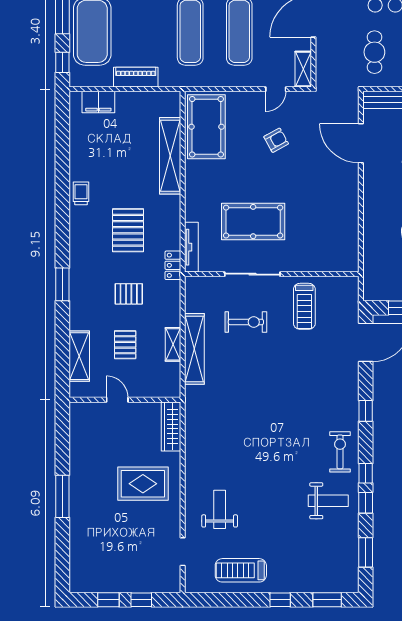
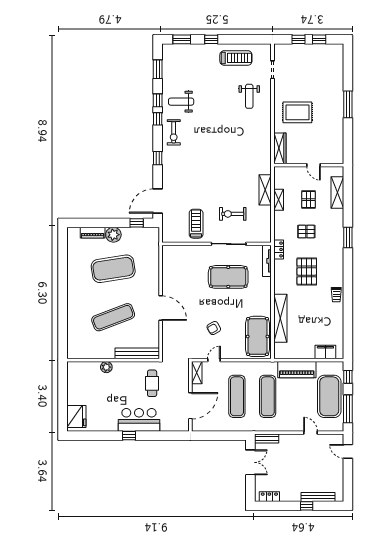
piano: (136, 77) -> (297, 370), width x1.37, depth x1.33
door: (361, 143) -> (161, 308), moved
shelving: (194, 349) -> (265, 190), width x0.68

